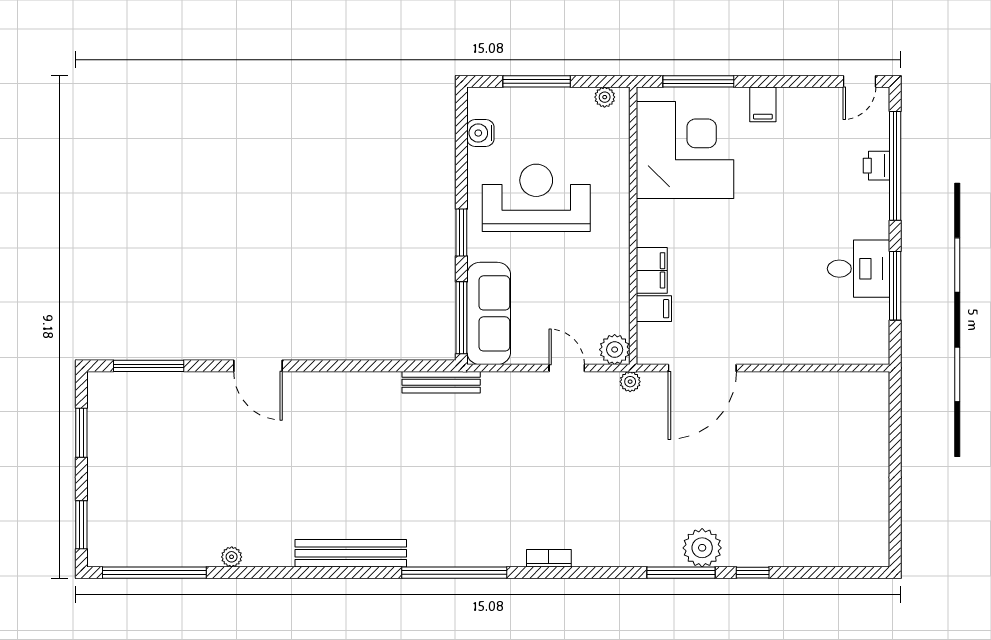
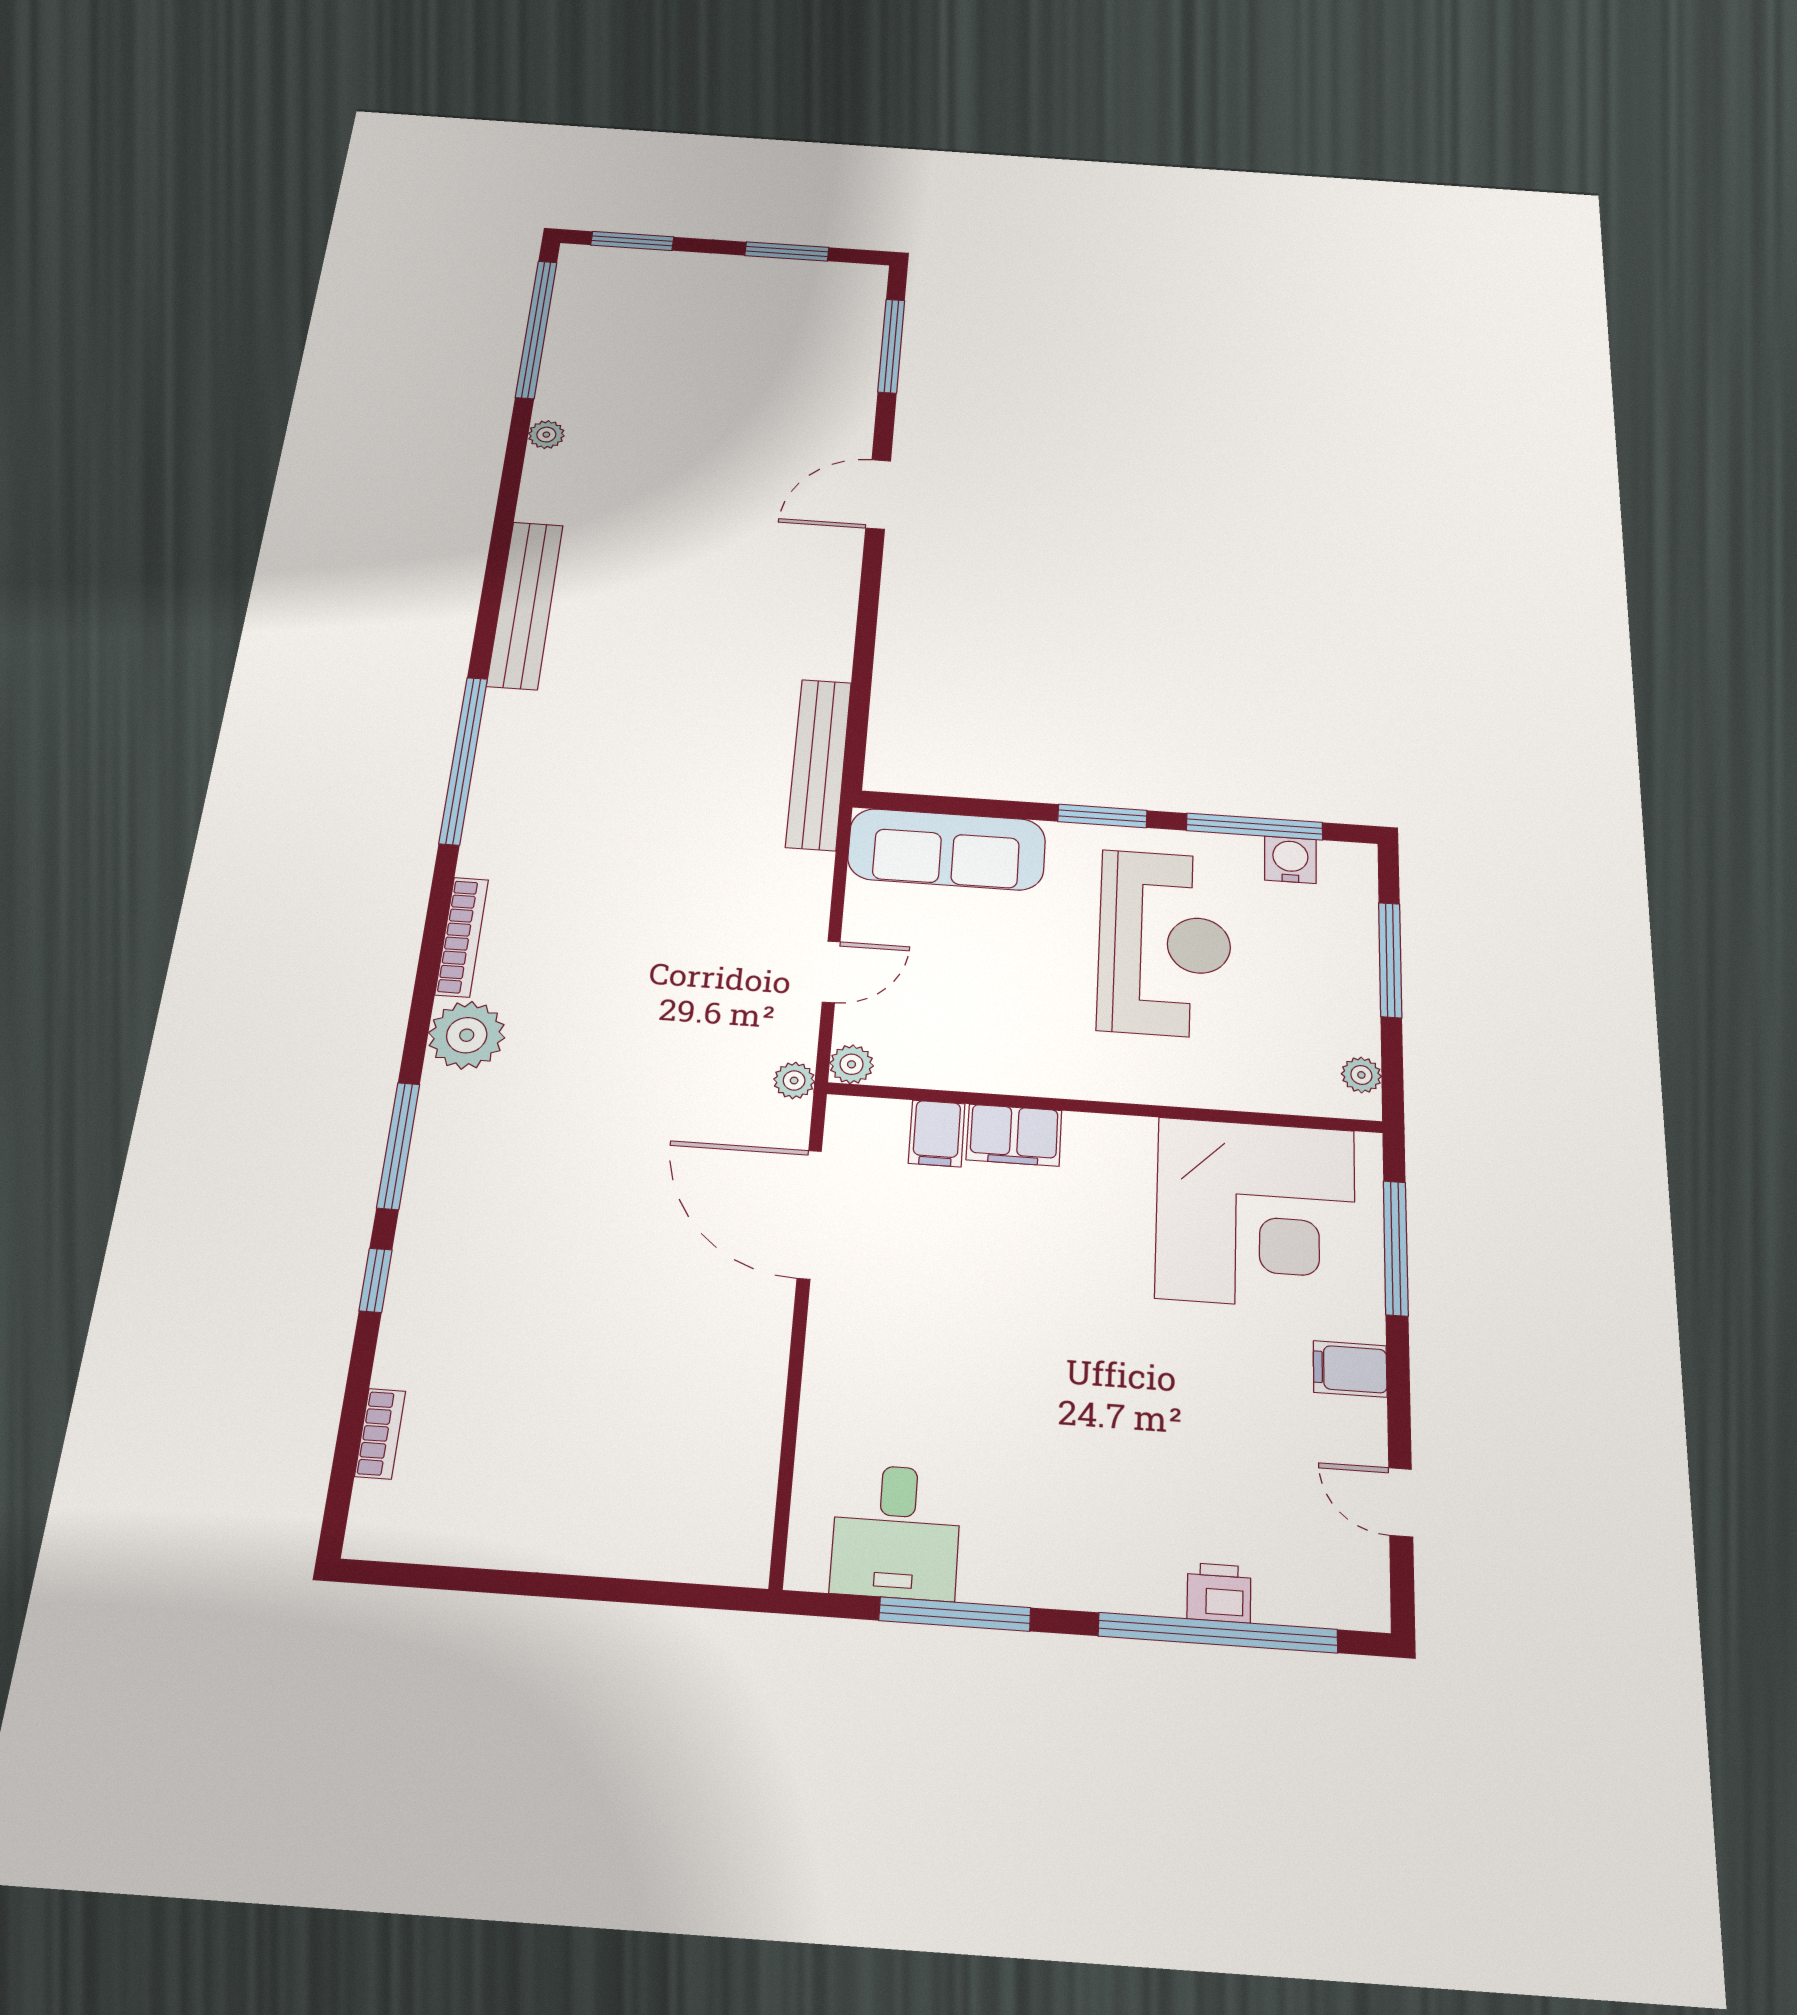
door: (859, 81) -> (1401, 1502), moved
desk: (859, 269) -> (896, 1532), moved
window: (461, 318) -> (1255, 827), moved
plant: (615, 350) -> (852, 1064), width x0.73, depth x0.73
bench: (441, 382) -> (819, 764), width x1.37, depth x1.21
plant: (702, 548) -> (467, 1035), moved
bookcase: (549, 558) -> (462, 937), width x1.56
bookcase: (829, 558) -> (380, 1434), added

